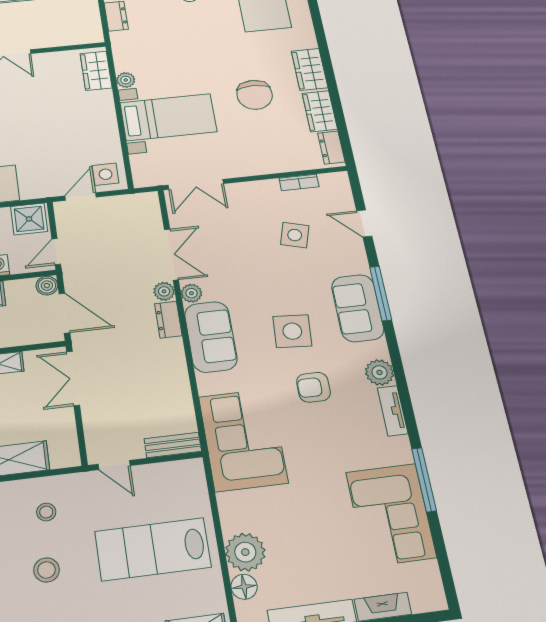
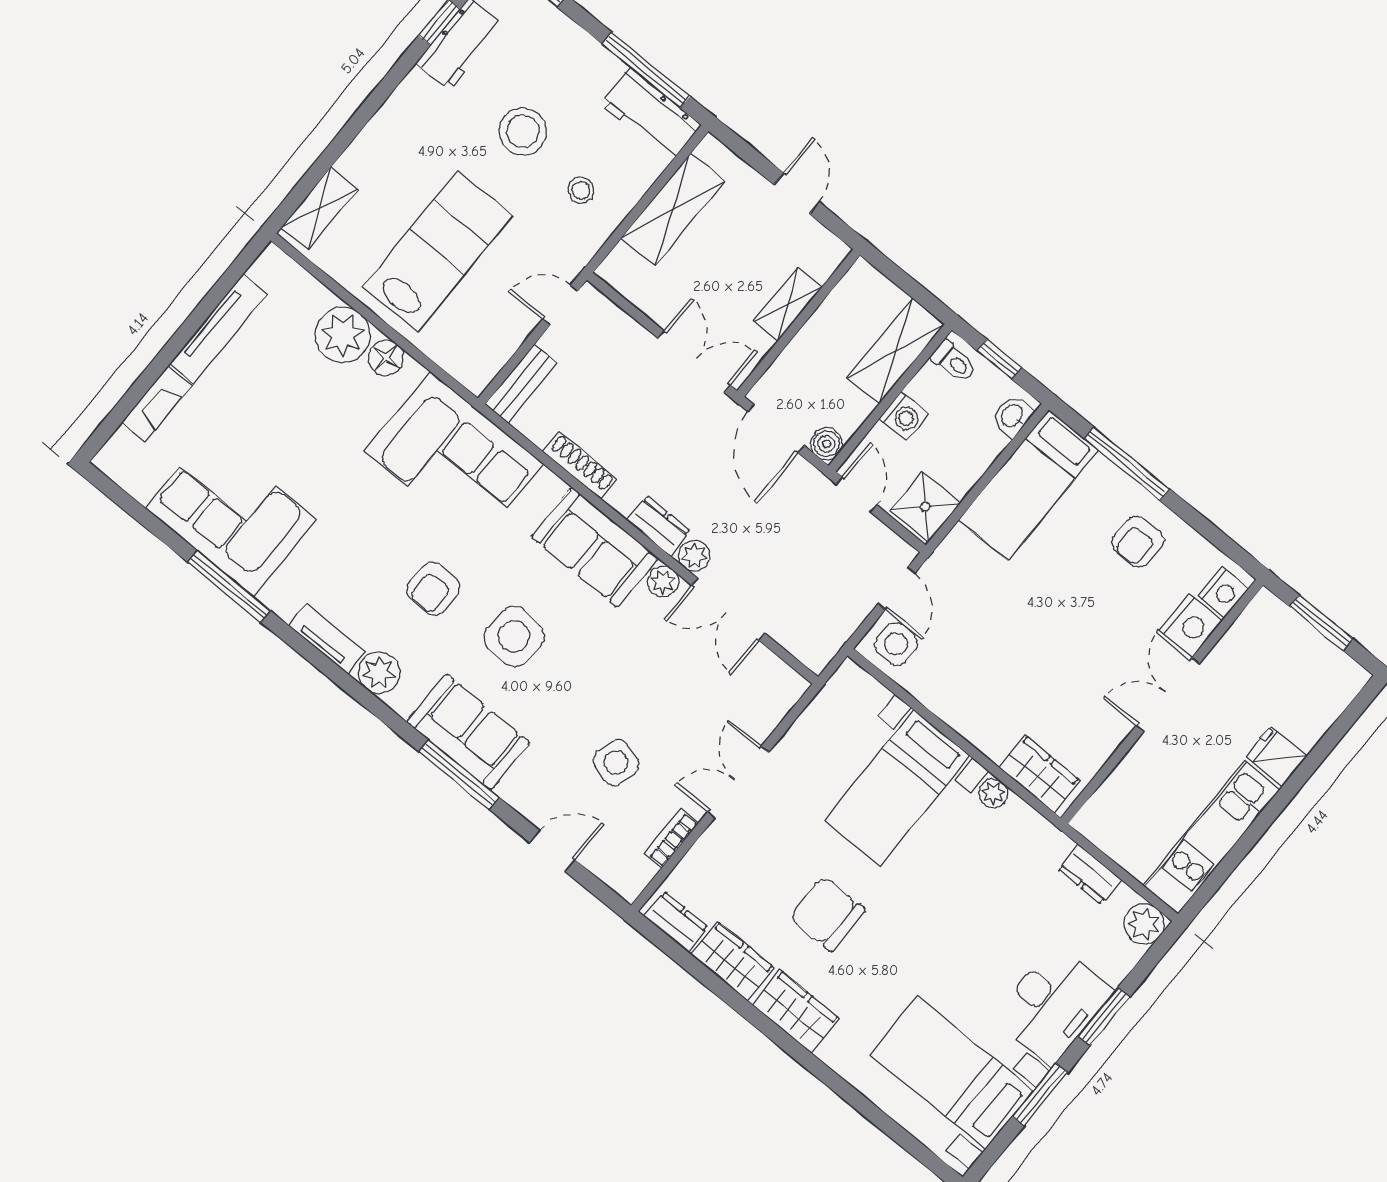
double door: (196, 184) -> (738, 782), moved
door: (64, 313) -> (776, 429), hinge flipped
shoe rack: (181, 380) -> (580, 465), added
armchair: (313, 387) -> (434, 589), turned 180
stool: (46, 570) -> (523, 131), width x1.38, depth x1.38
floor lamp: (244, 587) -> (386, 358), moved

